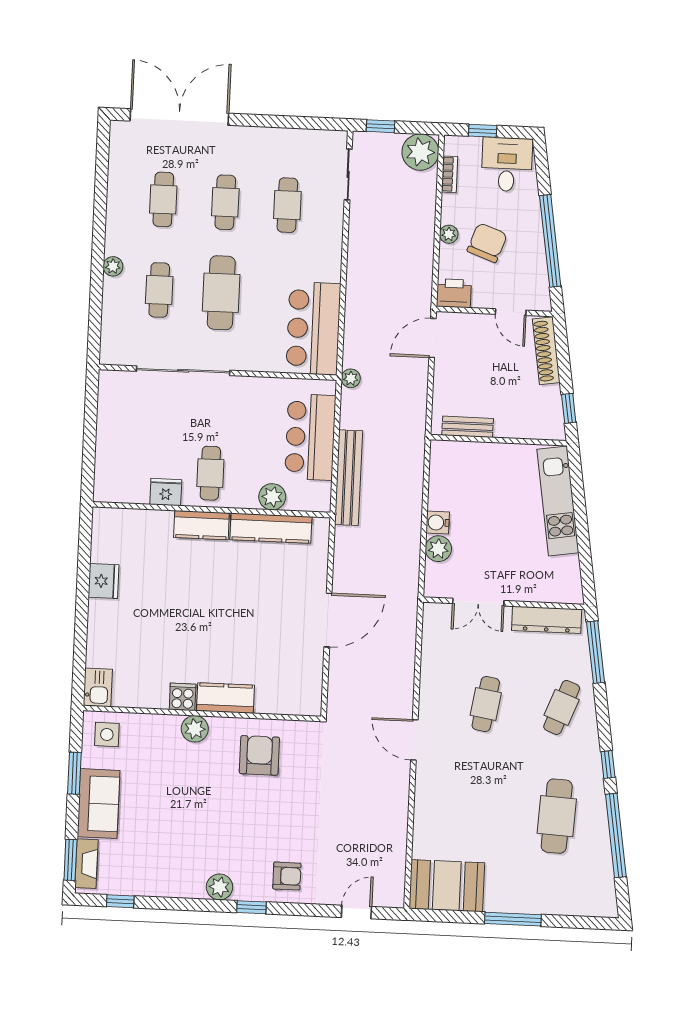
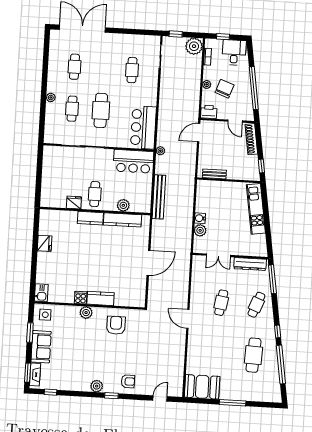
cafe table: (225, 202) -> (103, 68), removed
bar counter: (310, 437) -> (133, 161), moved, turned -90

